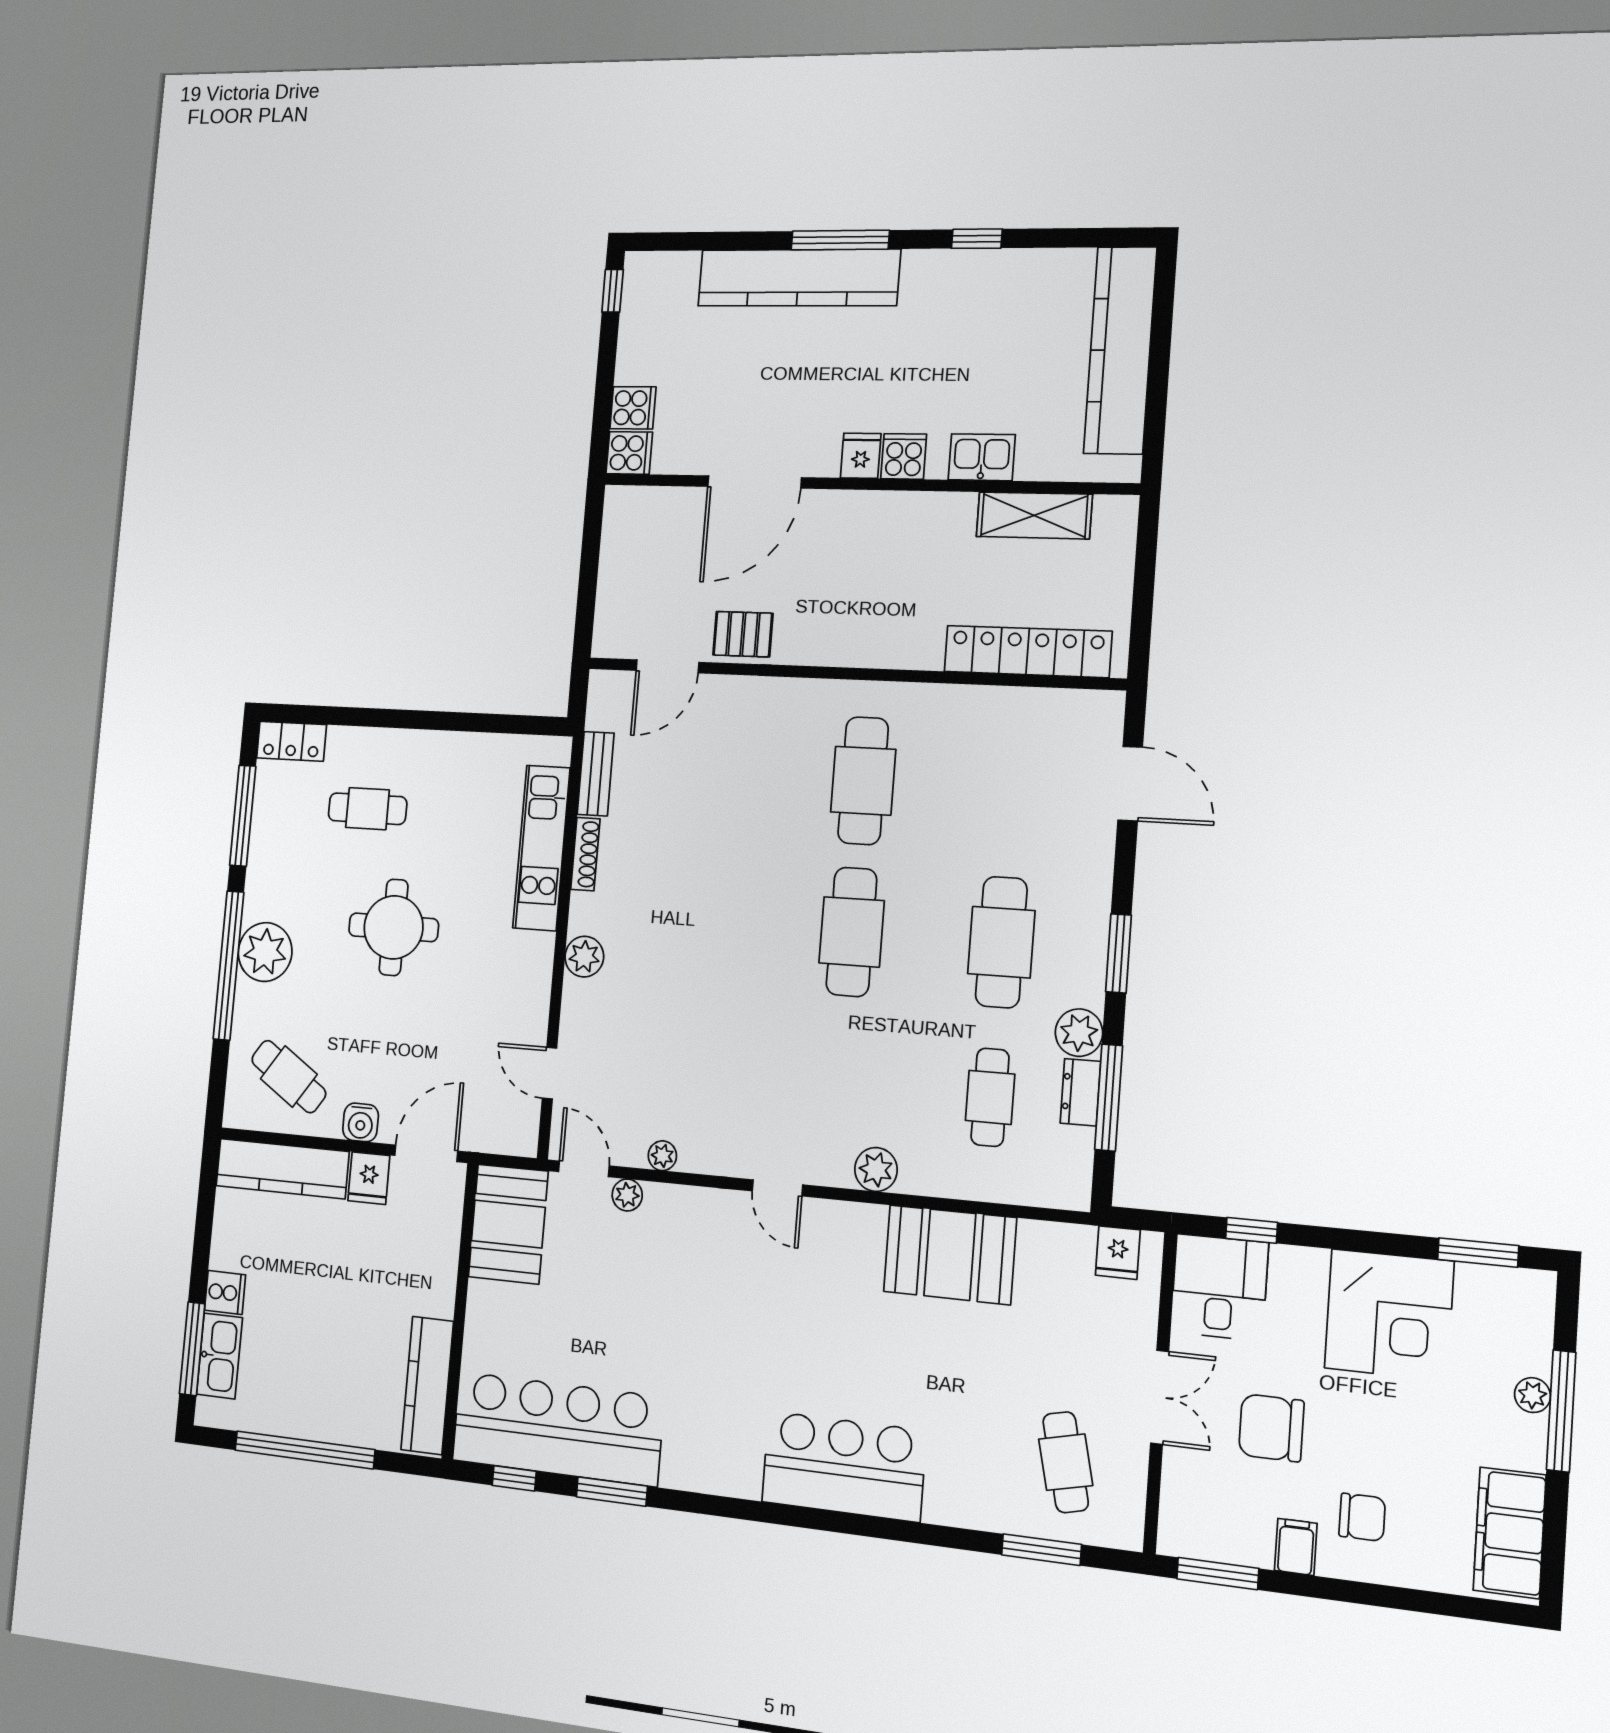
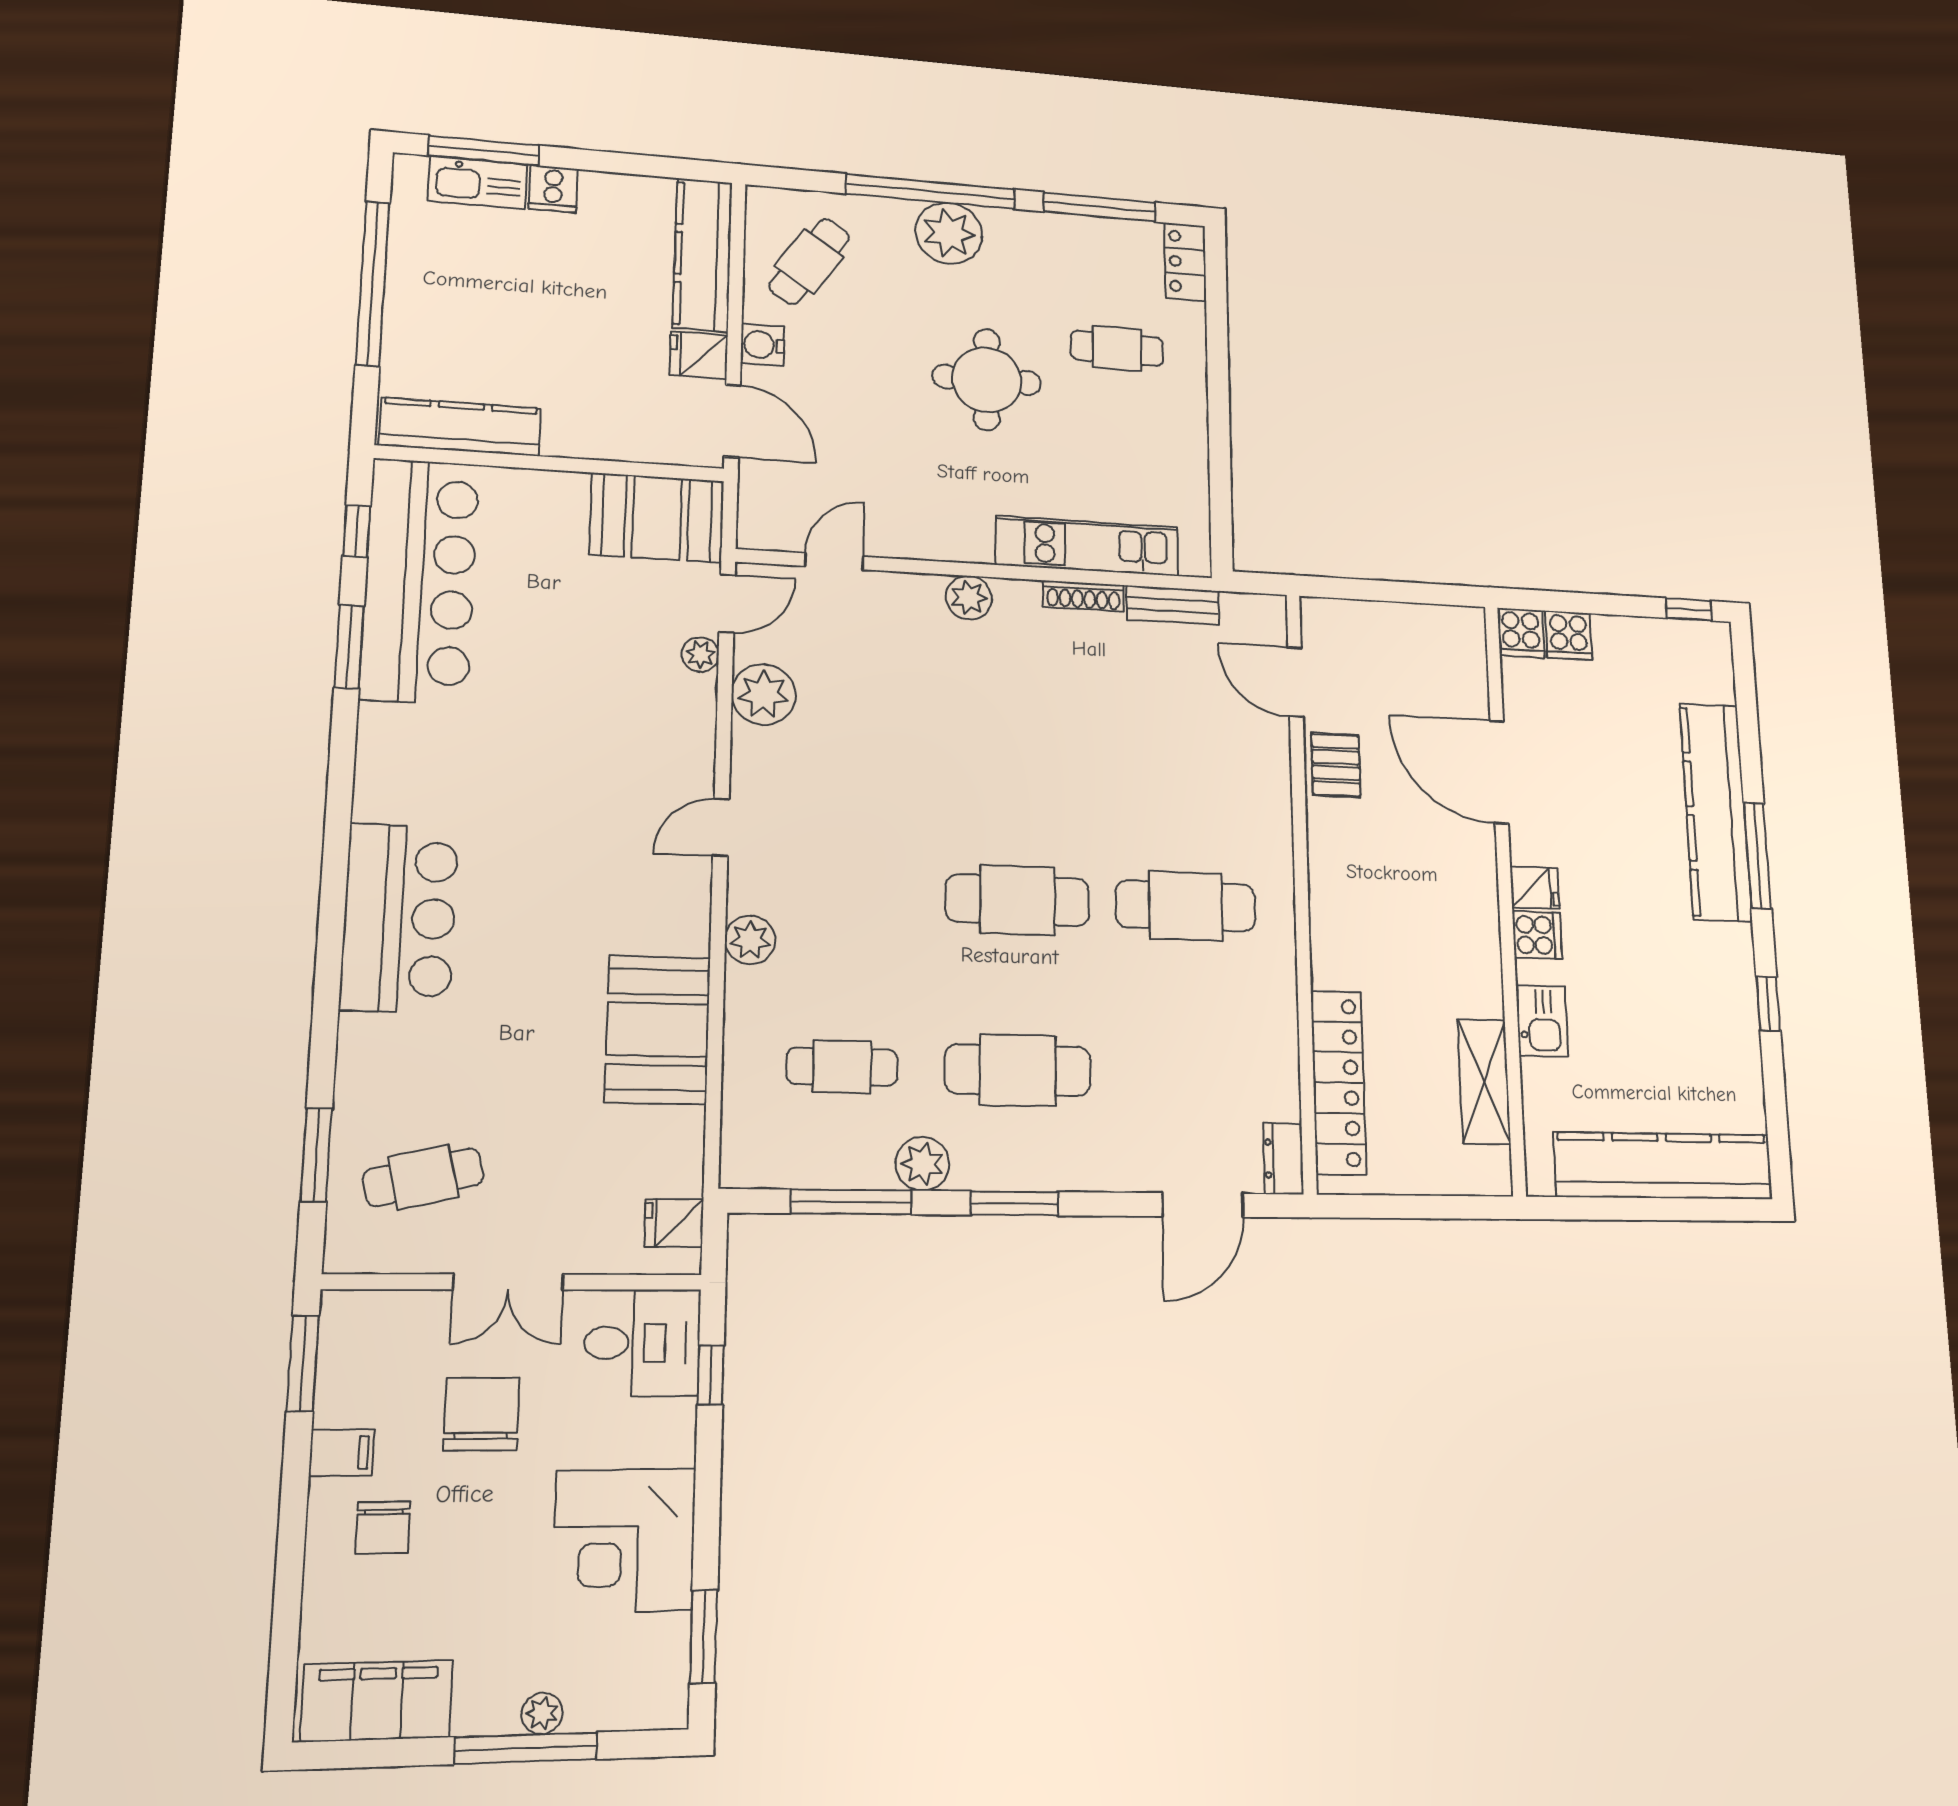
cafe table: (367, 809) -> (1117, 348), turned 90
dresser: (1080, 1092) -> (1283, 1159), moved, turned -90
plant: (662, 1156) -> (764, 694), width x1.87, depth x1.87

